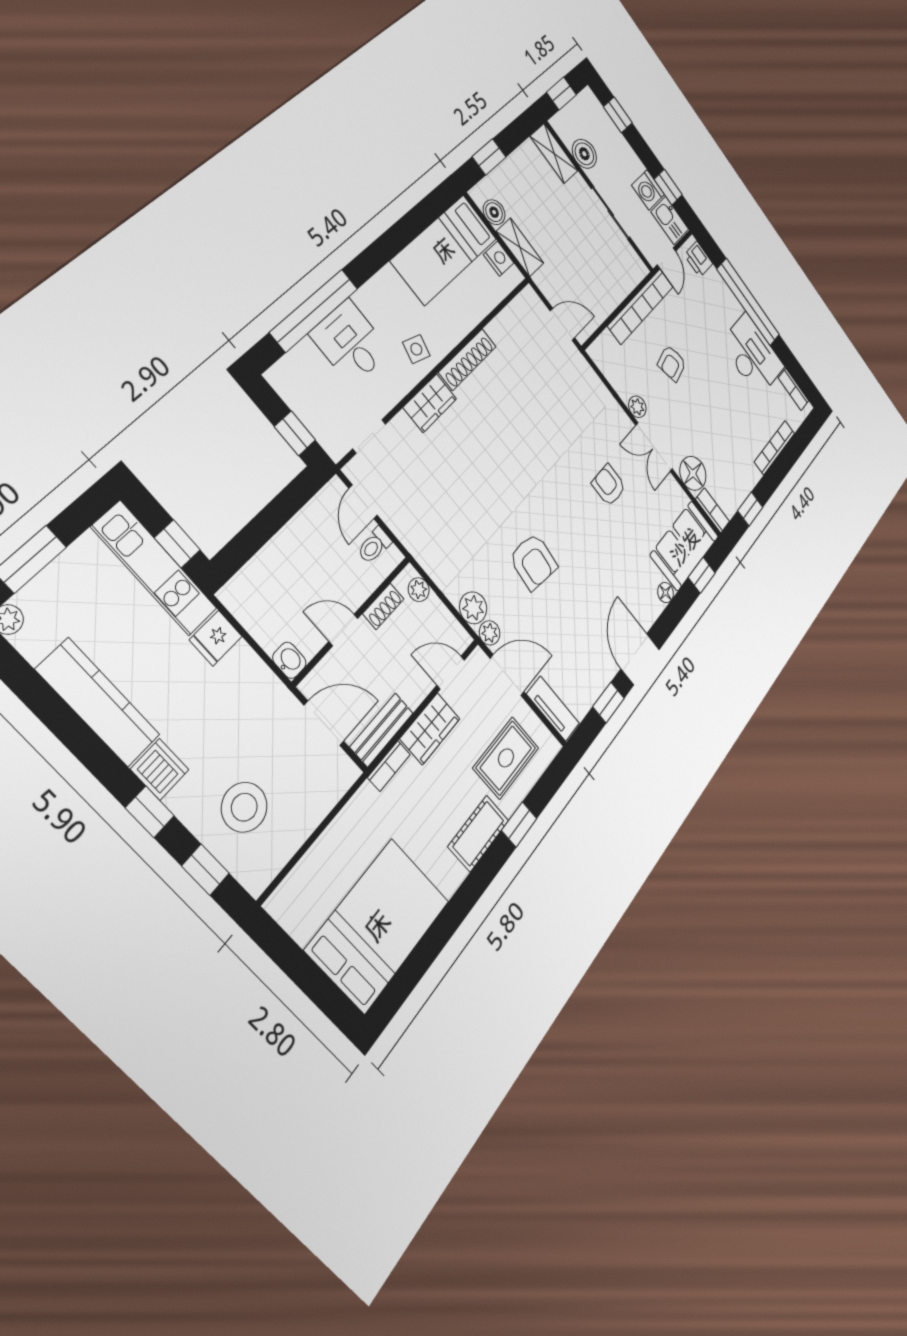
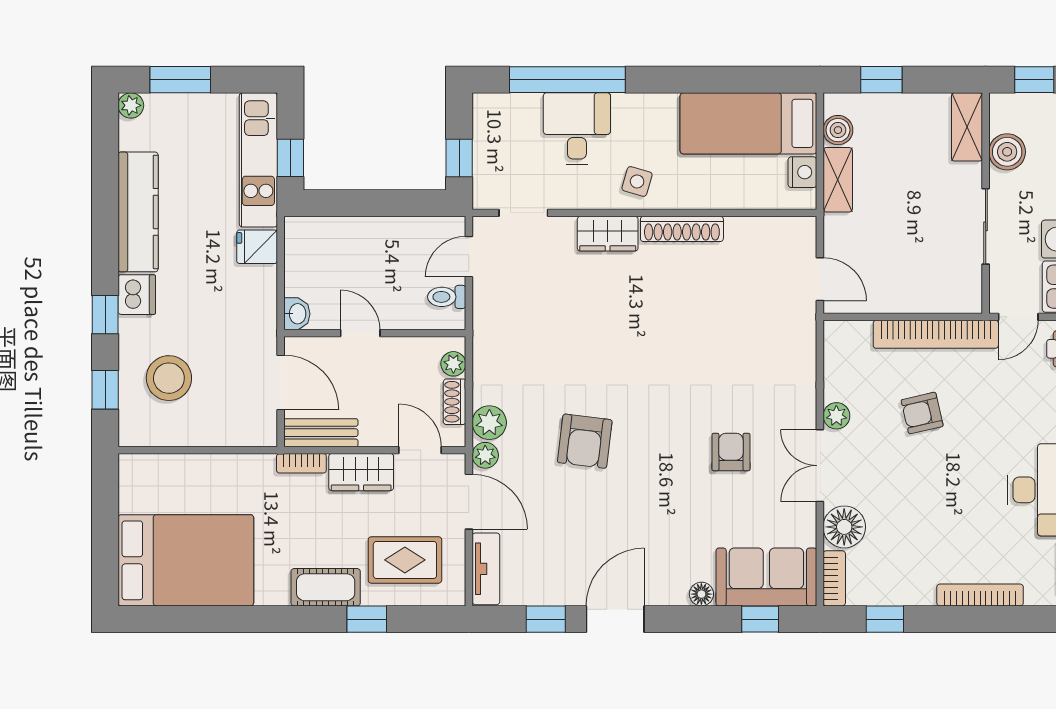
shoe rack: (383, 606) -> (455, 402), moved, turned 90

